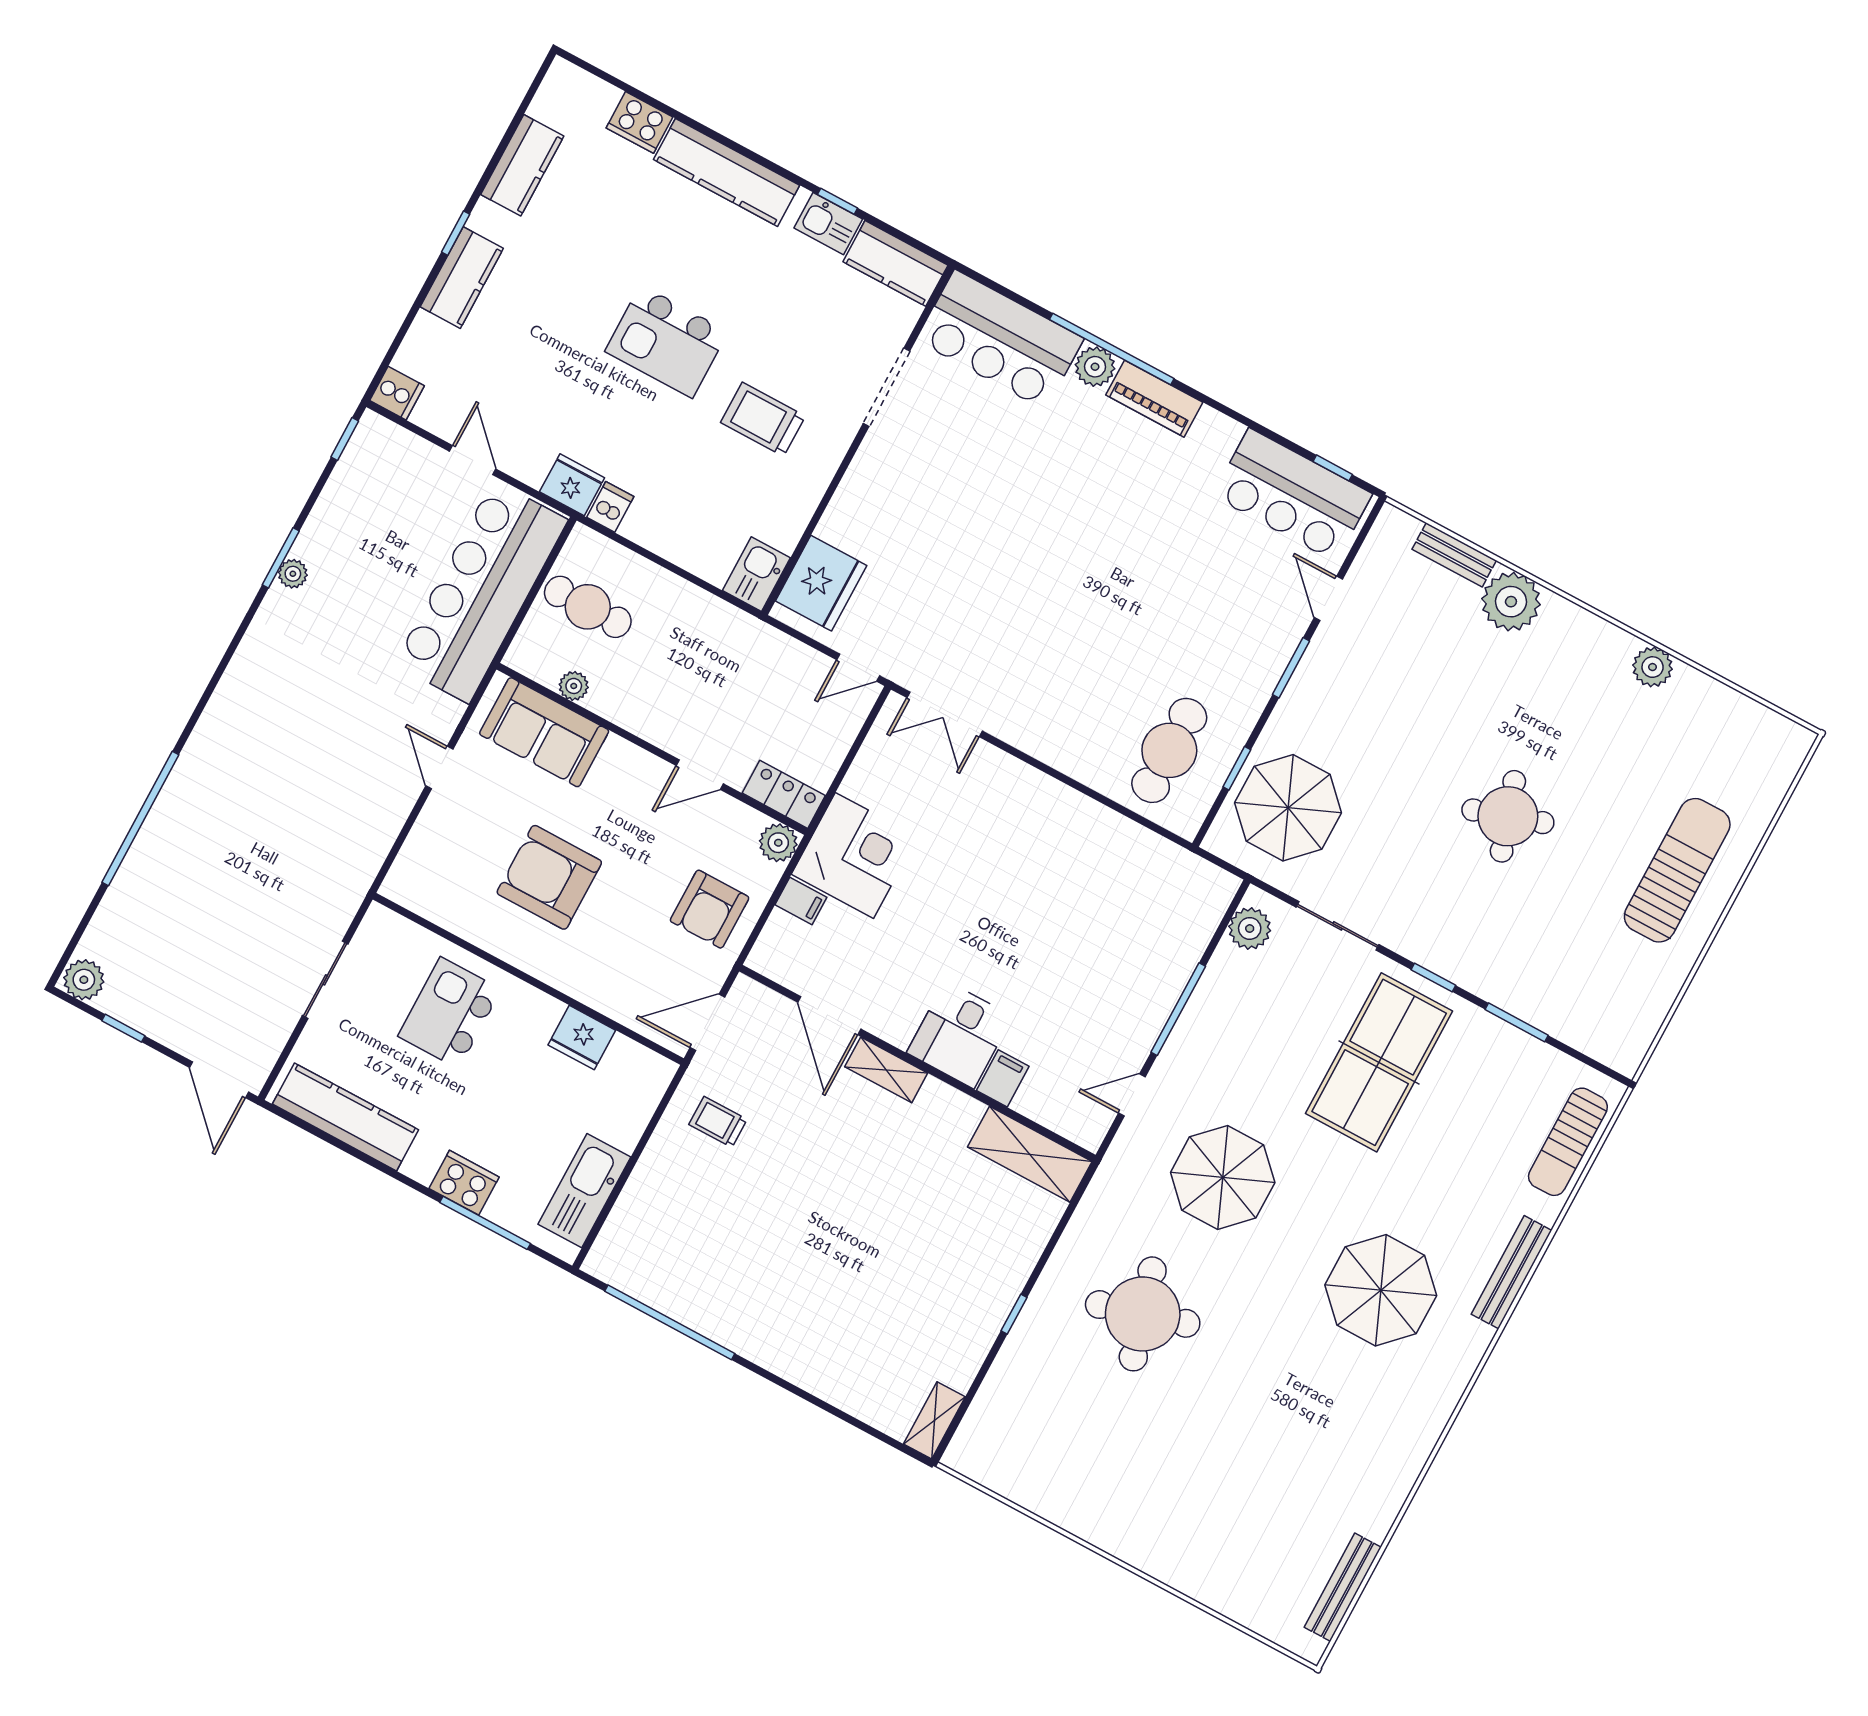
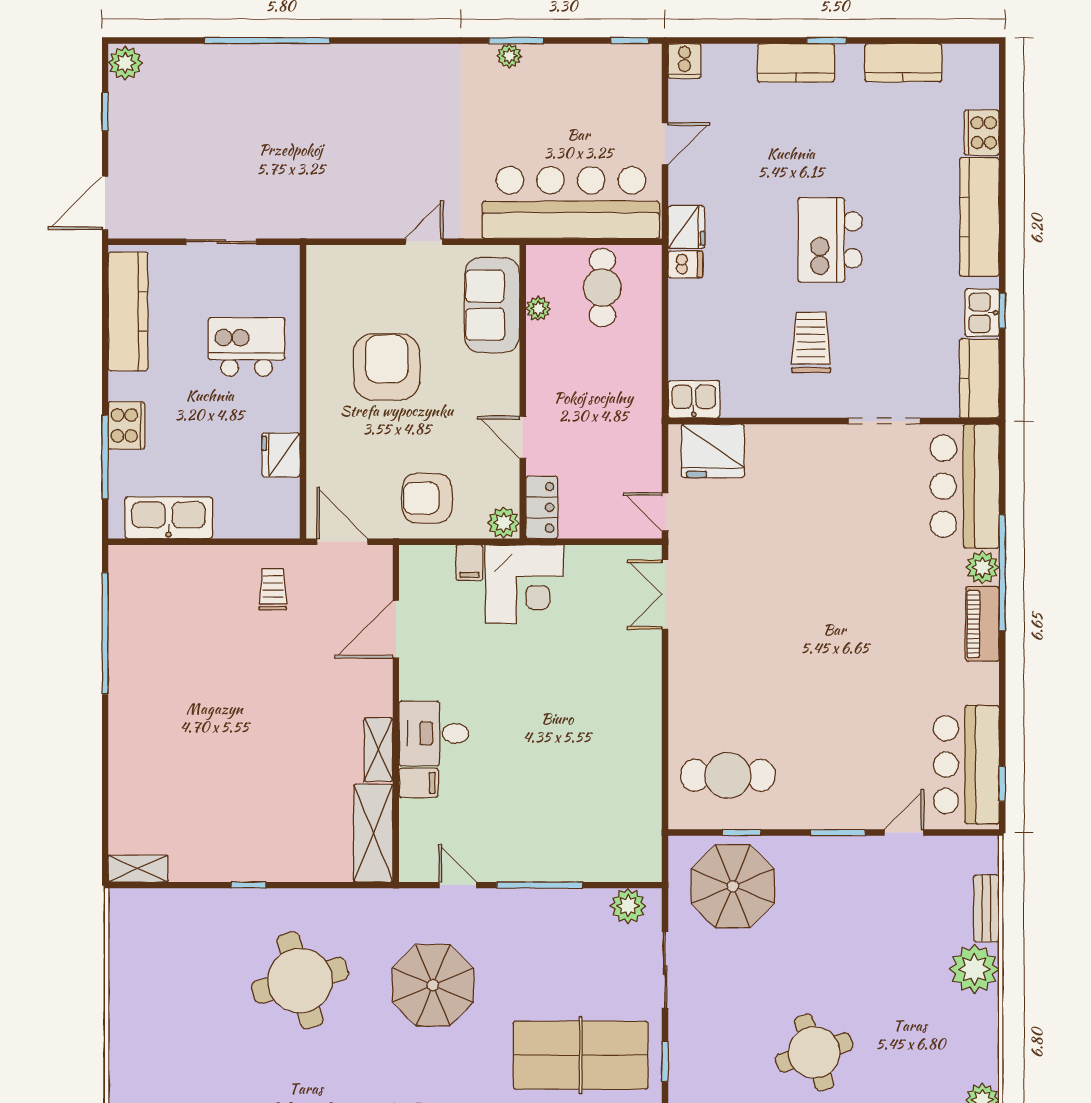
shelving: (886, 1070) -> (378, 750), moved

